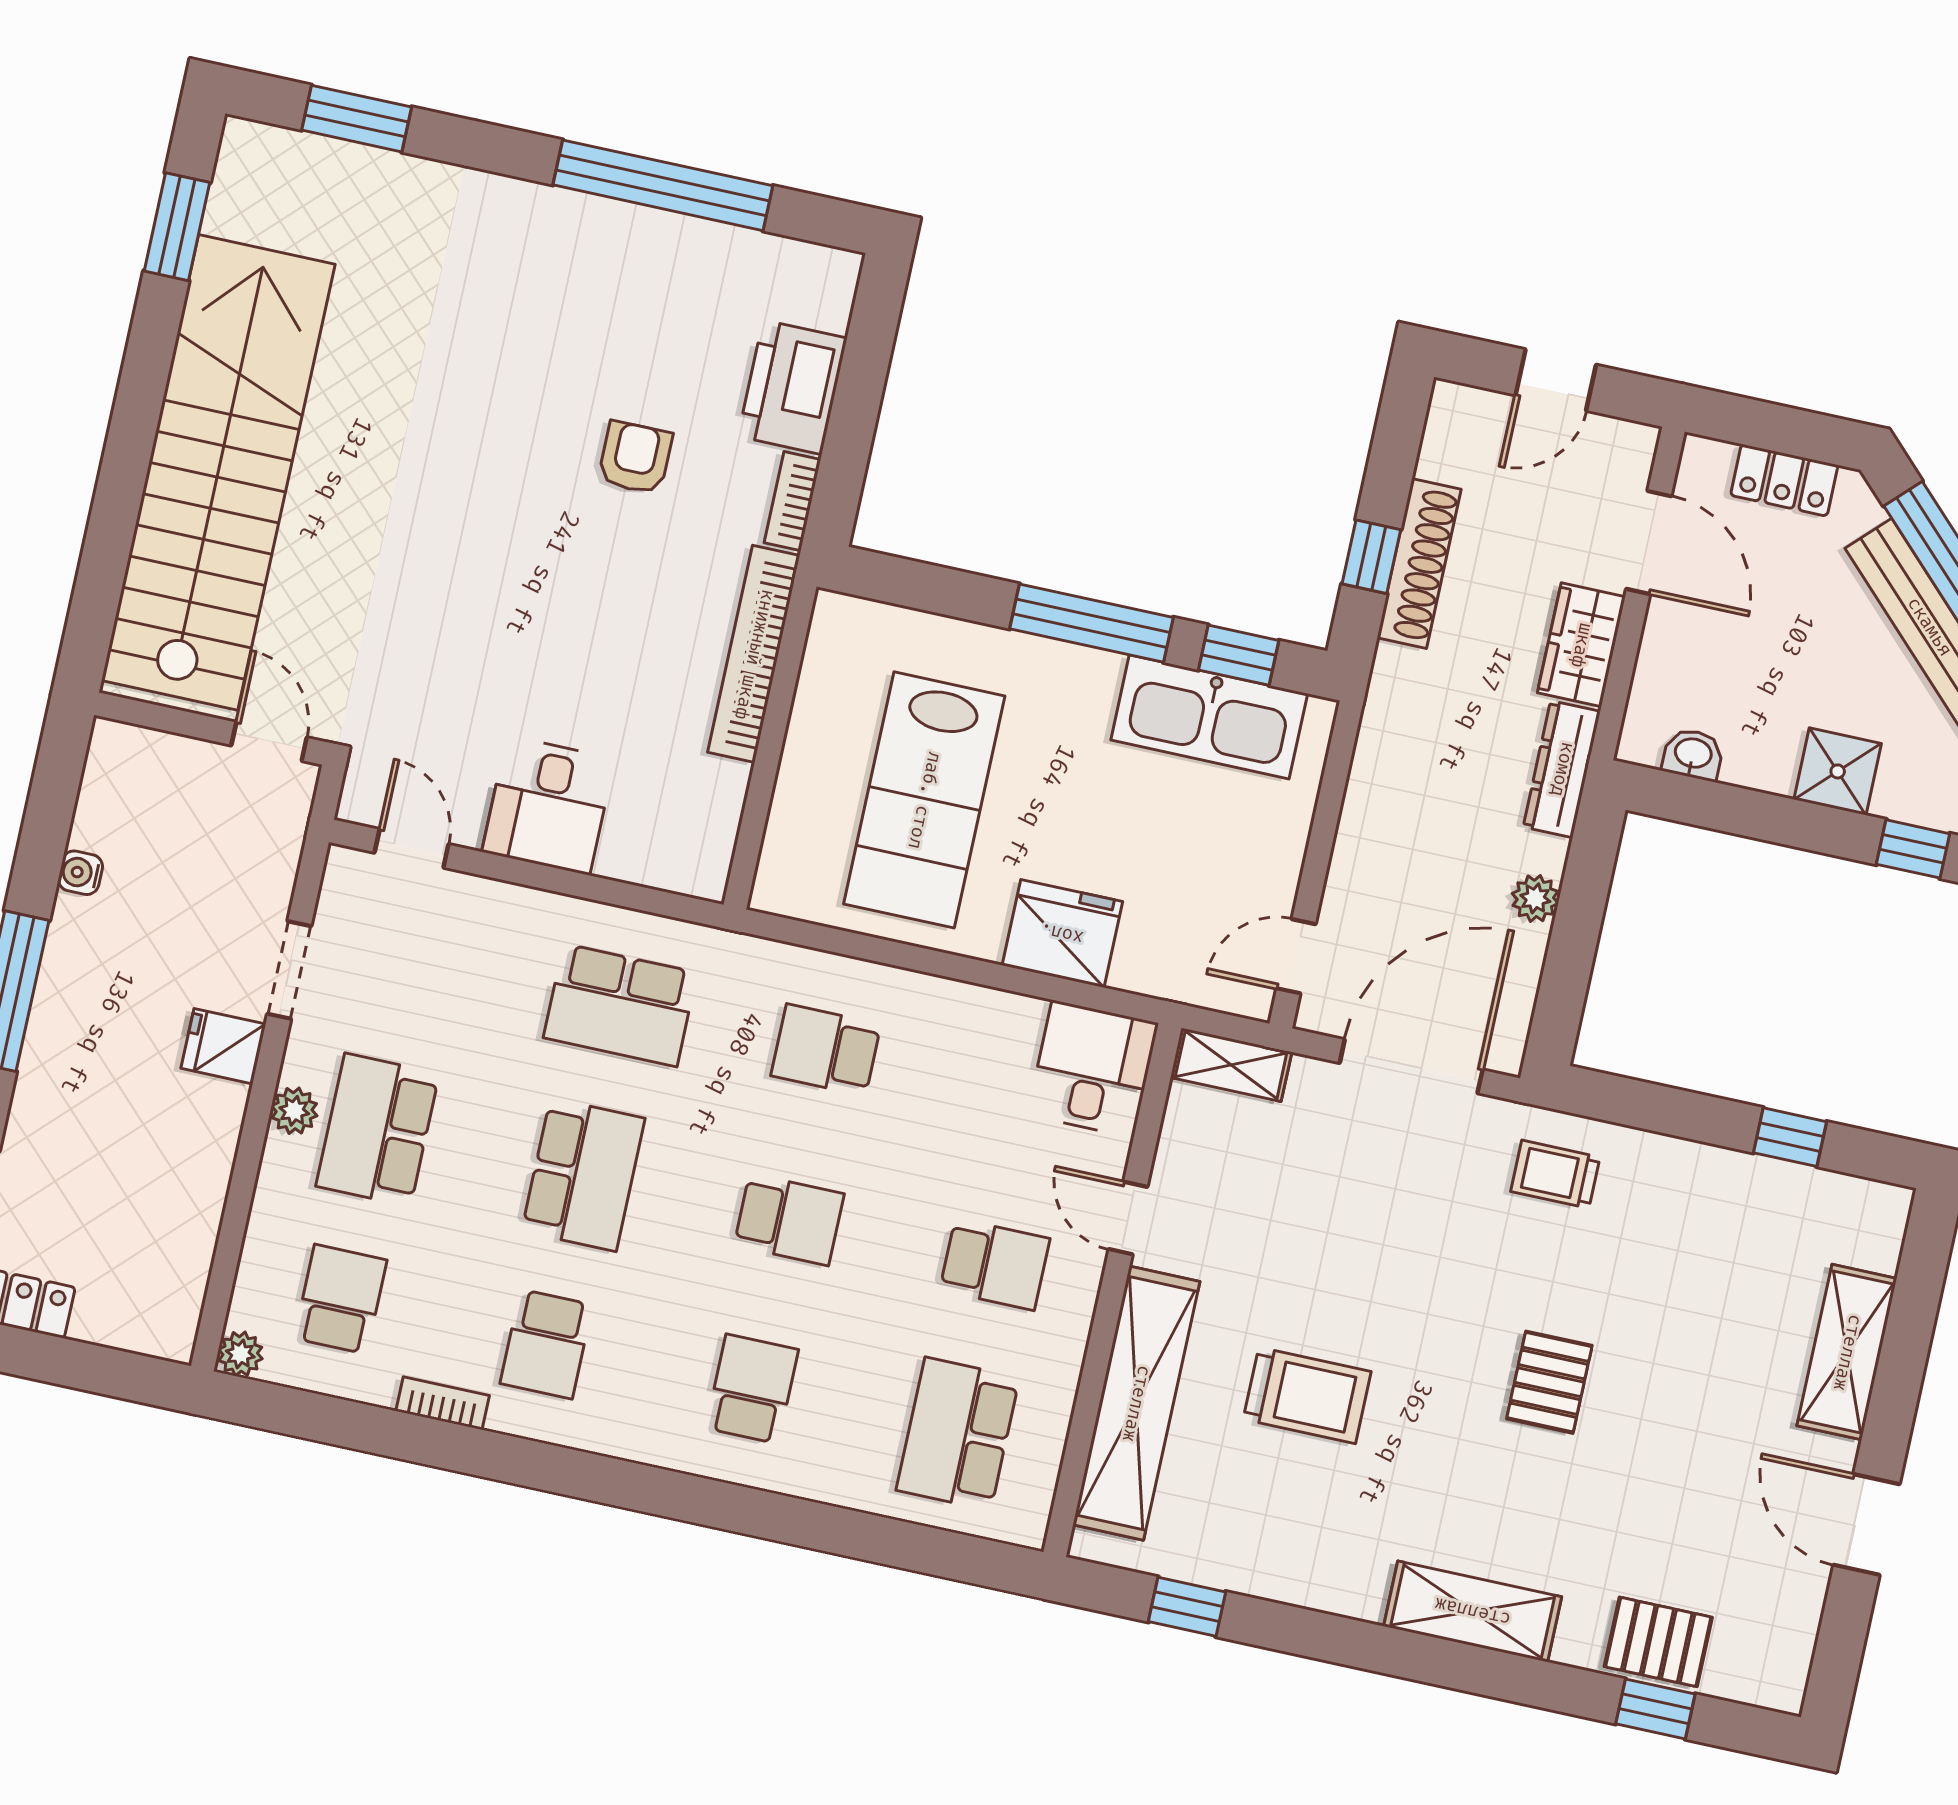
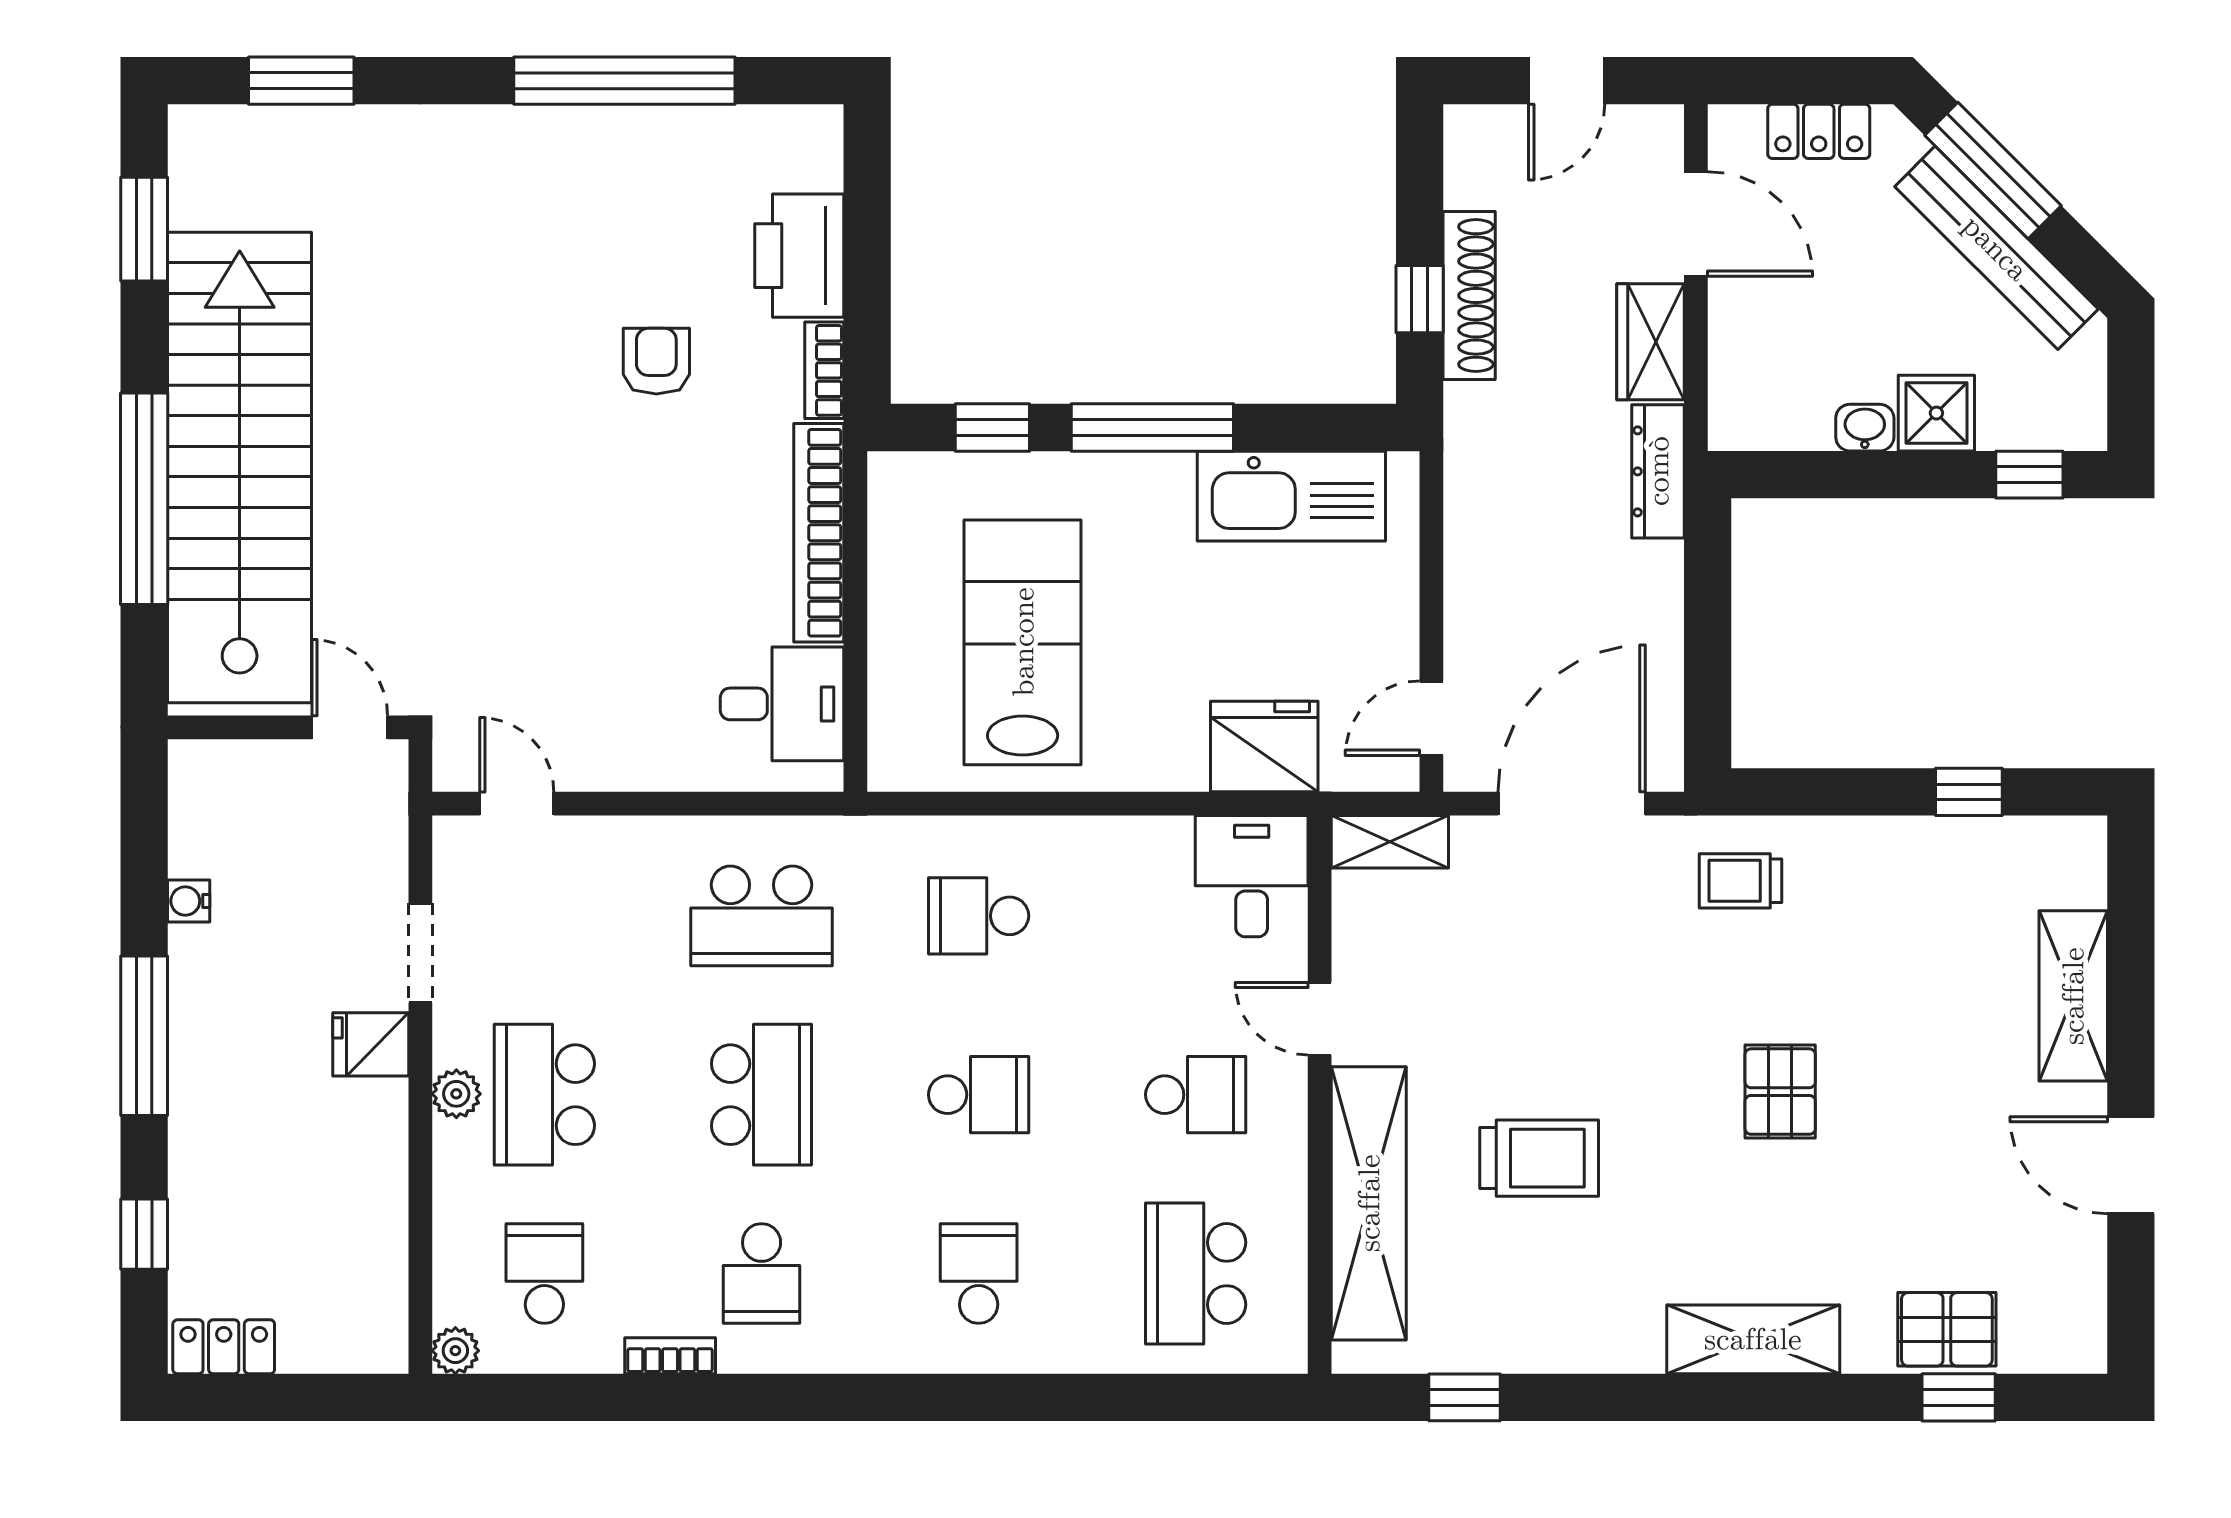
window: (121, 482) -> (144, 499), added
window: (1239, 655) -> (992, 427), moved
washbasin: (1693, 754) -> (1865, 428), moved
lab bench: (924, 800) -> (1023, 642), turned 180
desk: (548, 805) -> (782, 704), moved, turned -90
plant: (1535, 898) -> (1660, 607), removed
fridge: (1062, 933) -> (1264, 746), moved

